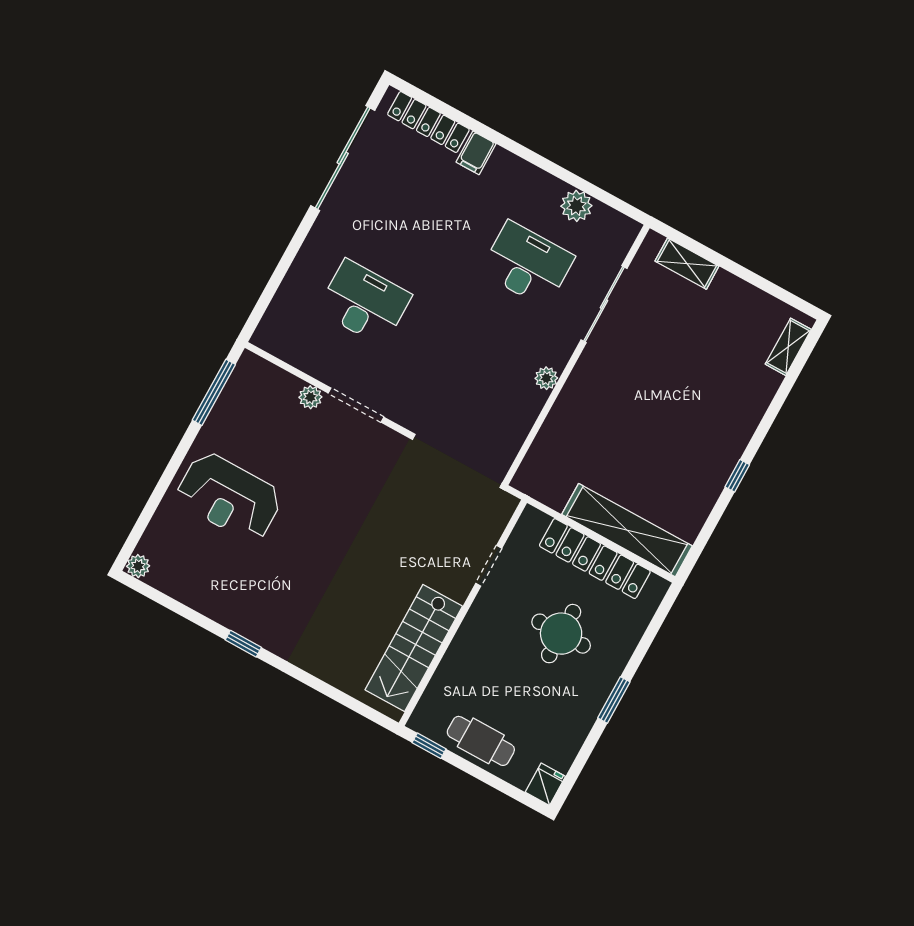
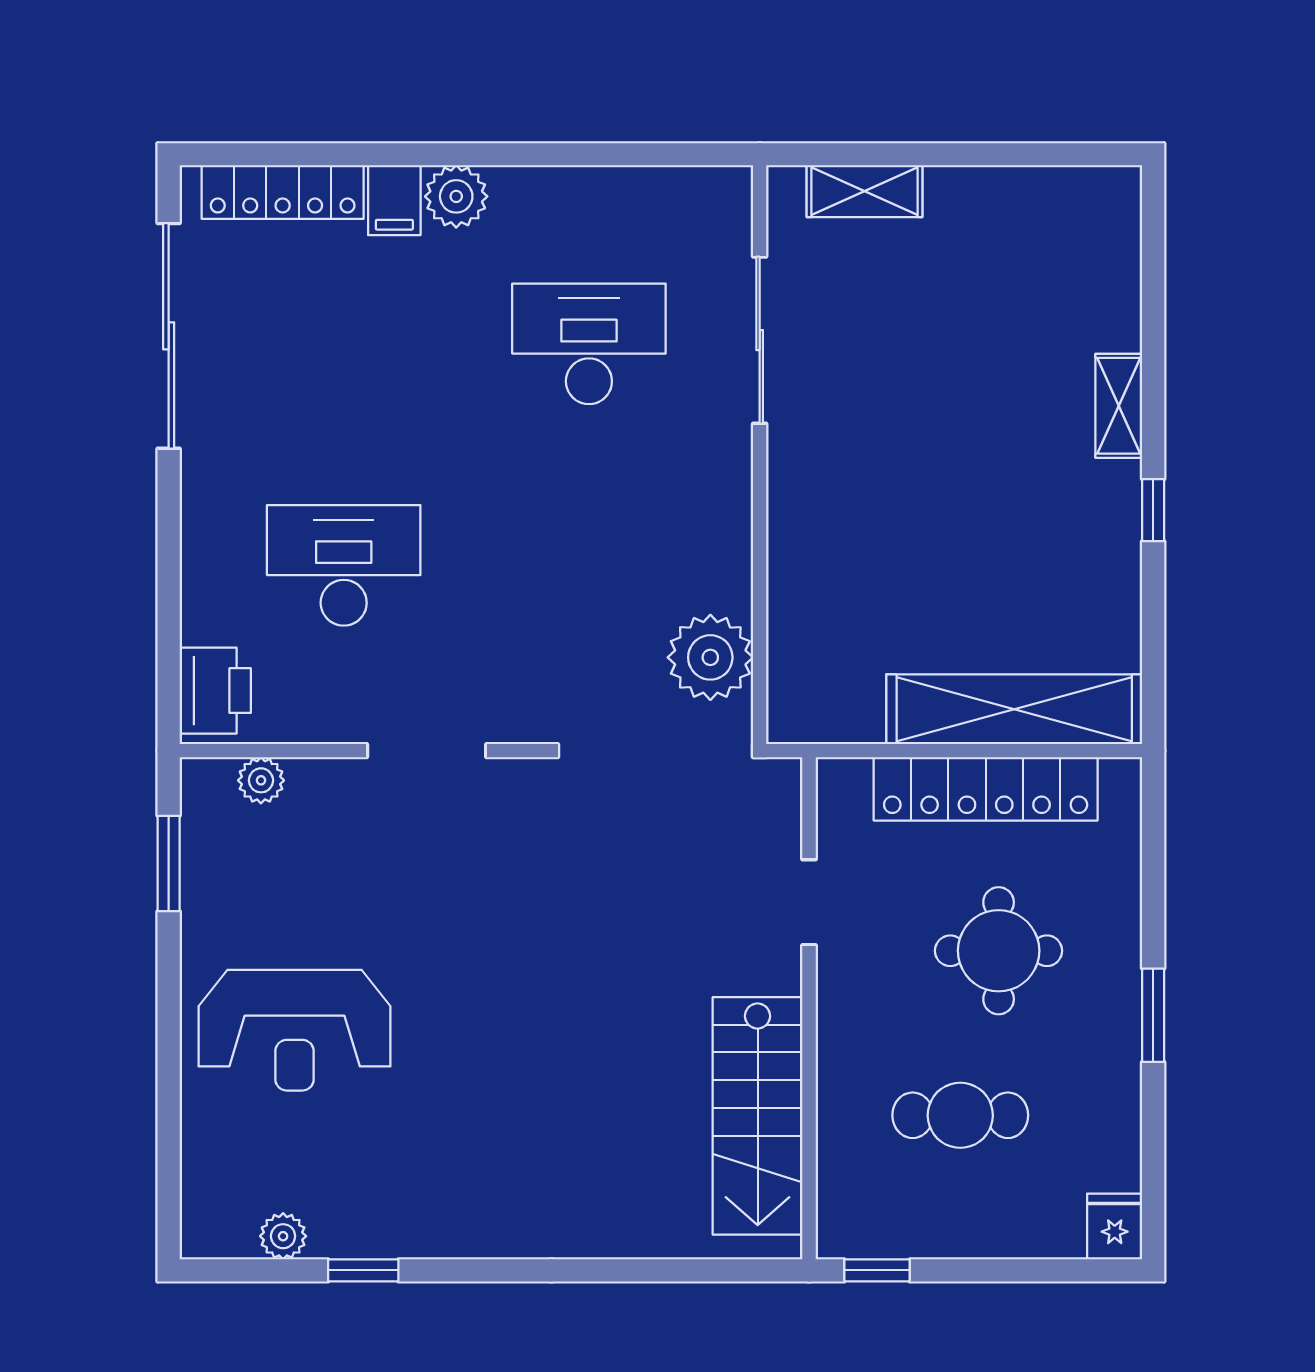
plant: (576, 206) -> (456, 196), moved
printer: (277, 327) -> (215, 691), added
shelving: (788, 347) -> (1119, 406), moved
plant: (546, 378) -> (710, 657), moved, width x1.88, depth x1.88
window: (214, 392) -> (169, 864), width x0.69
plant: (310, 397) -> (261, 780), moved
plant: (138, 566) -> (283, 1236), moved
window: (243, 644) -> (363, 1270), moved
cafe table: (481, 741) -> (960, 1115), moved

